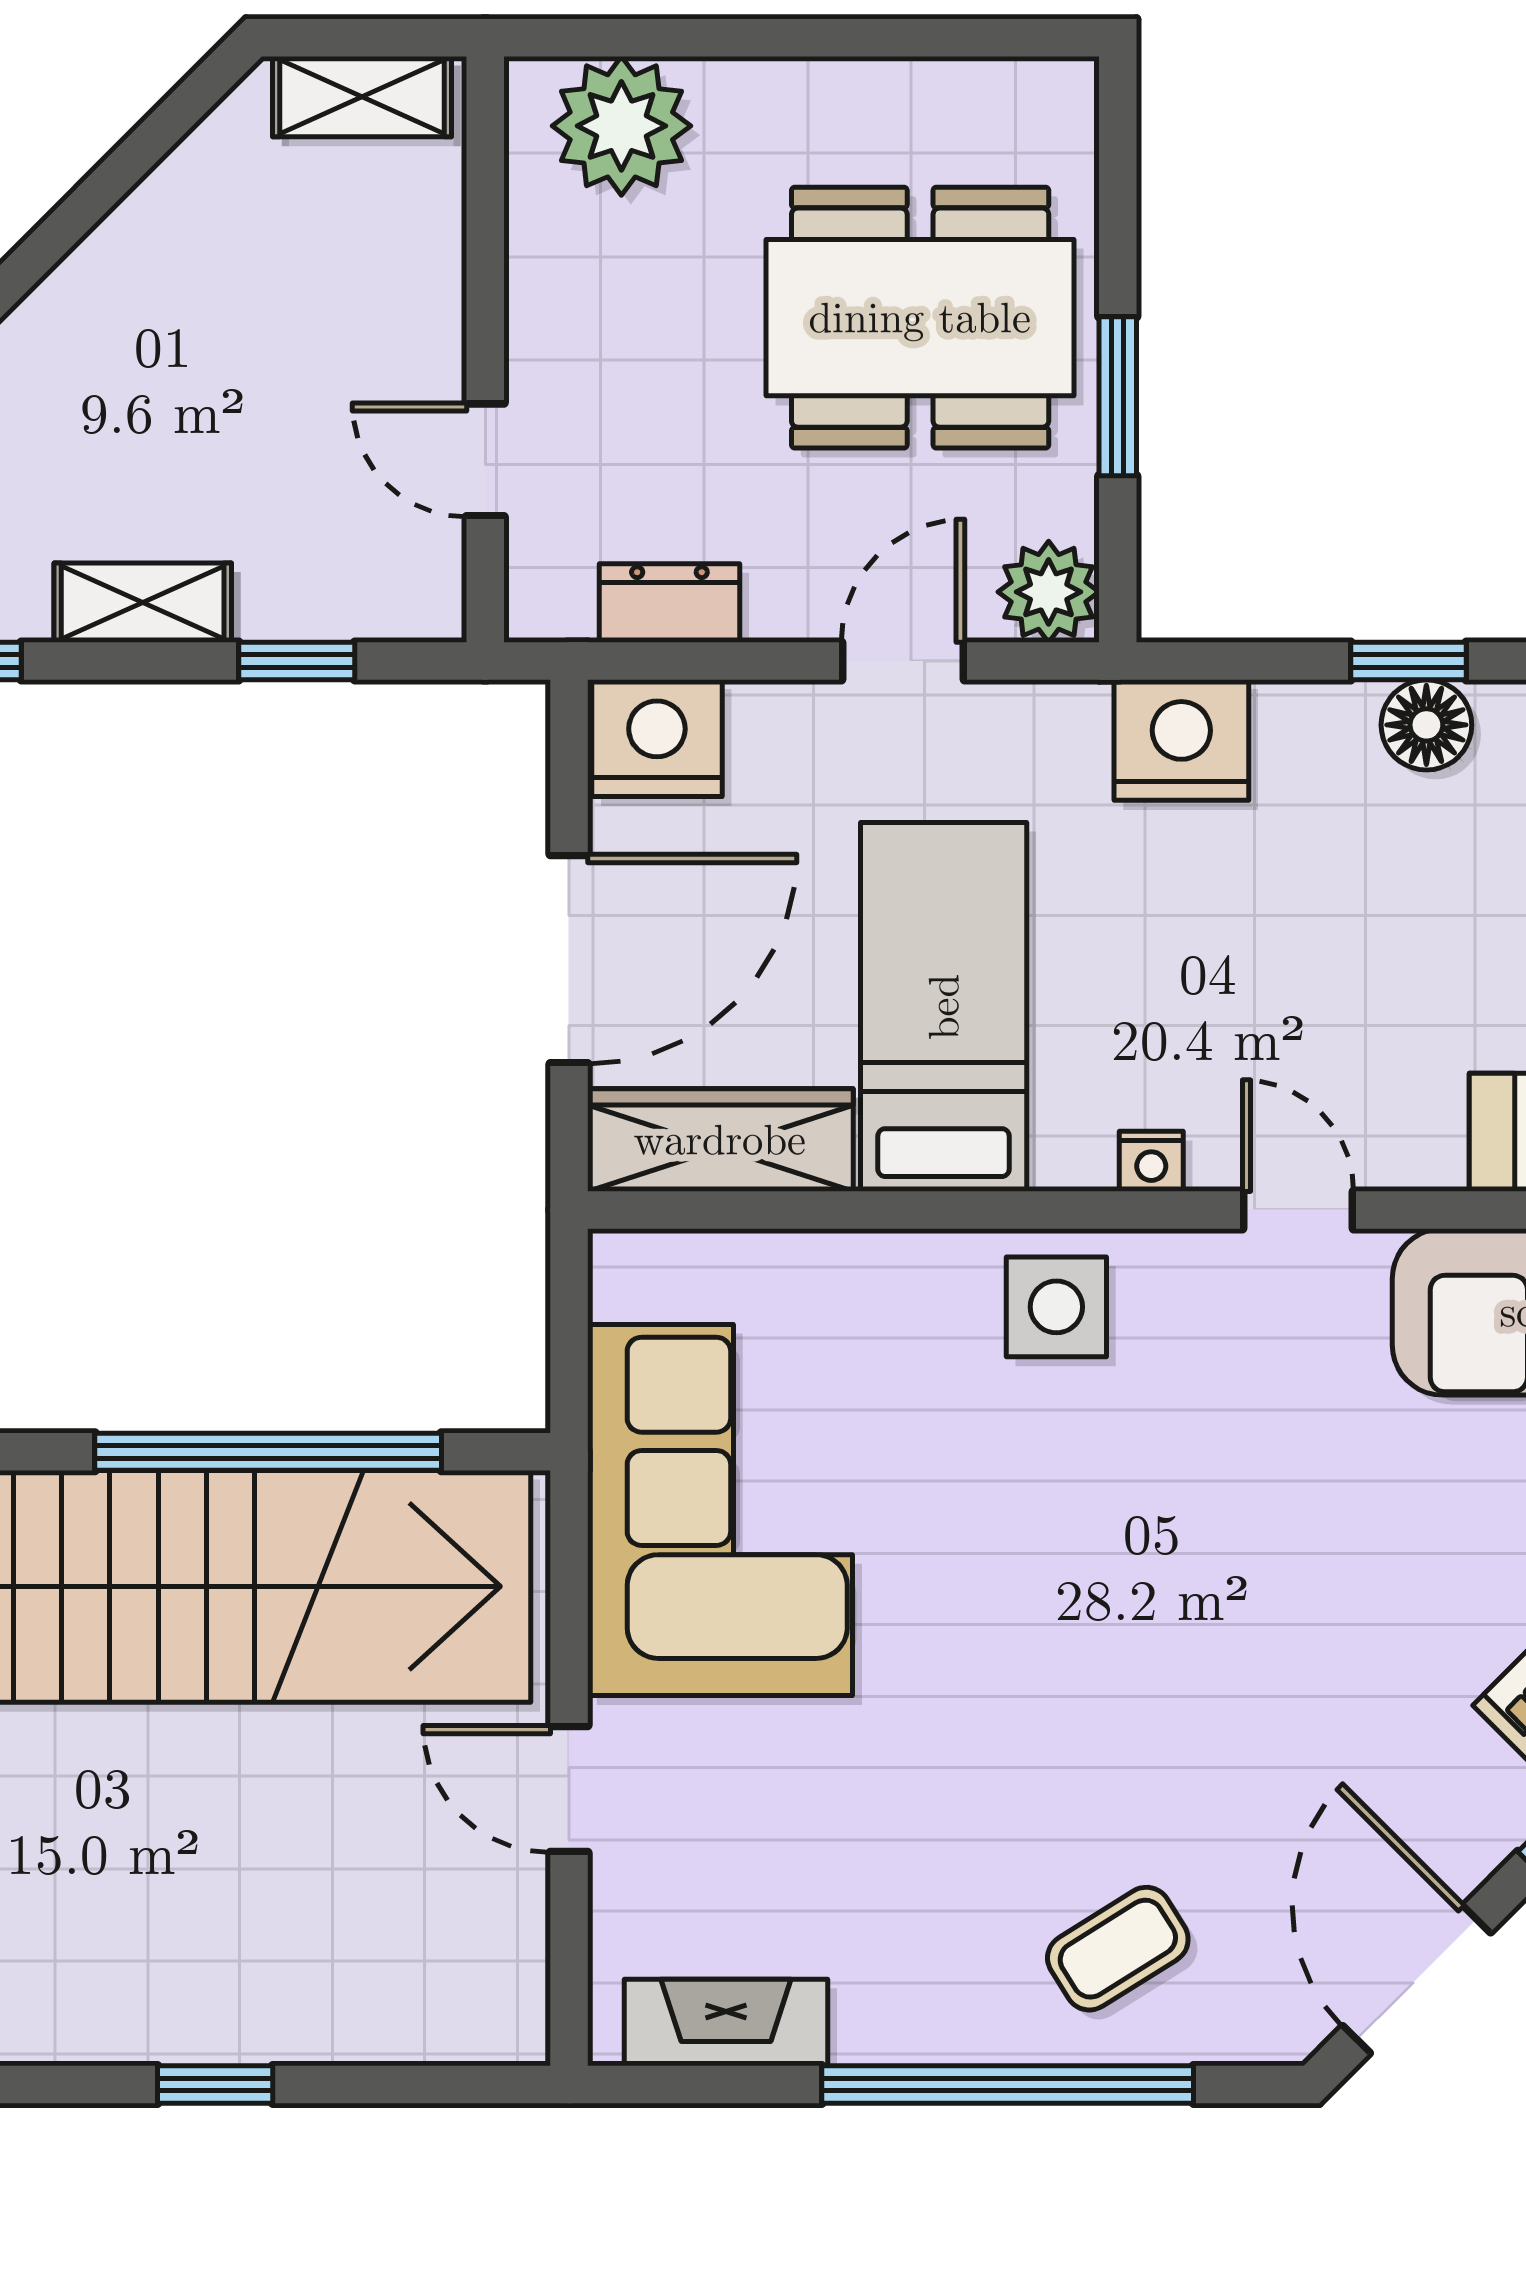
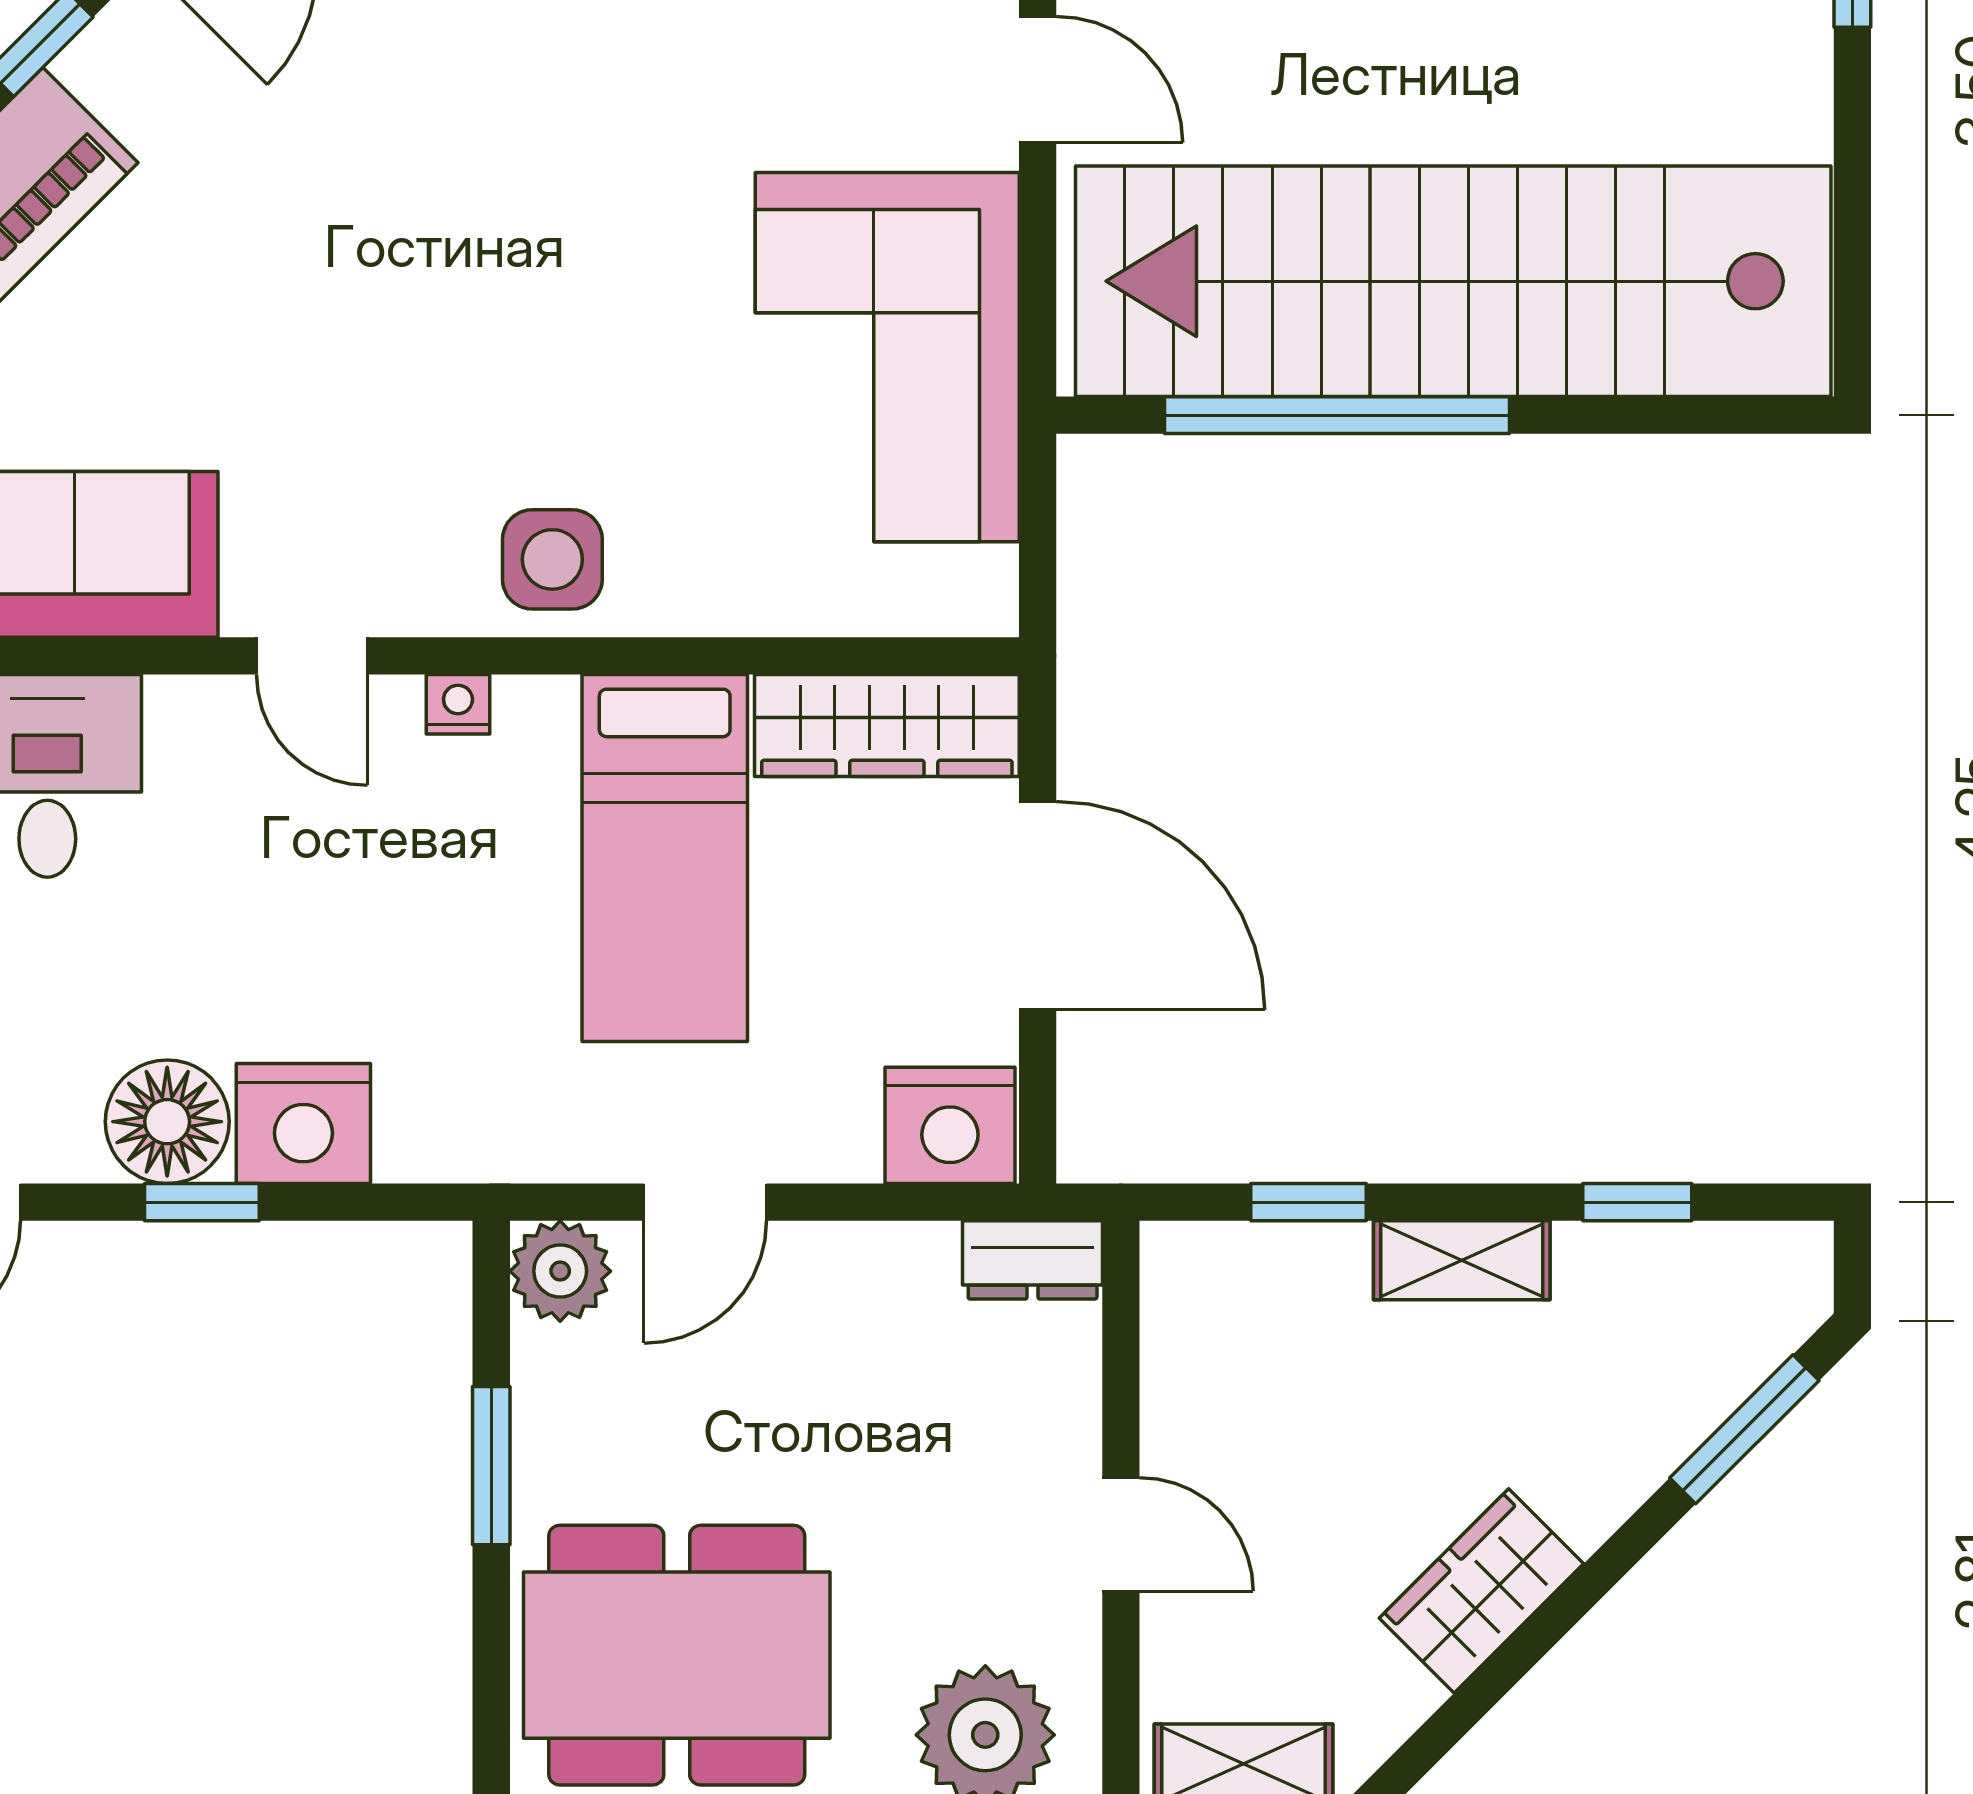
wardrobe: (123, 270) -> (1481, 1591), added
dining table: (920, 318) -> (677, 1655), moved
door: (485, 460) -> (1121, 1534), moved
dresser: (669, 603) -> (1033, 1260), moved
floor lamp: (1426, 725) -> (167, 1122), width x1.38, depth x1.38
nightstand: (1181, 740) -> (303, 1123), moved
door: (569, 959) -> (1038, 906), swing flipped

